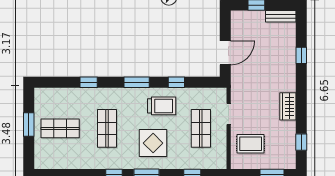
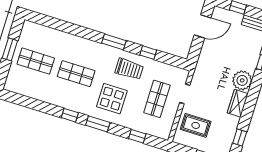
door: (225, 53) -> (203, 26), moved
plant: (285, 81) -> (242, 80), added
window: (89, 82) -> (73, 29), removed
shop shelf: (107, 128) -> (76, 74), turned 90

